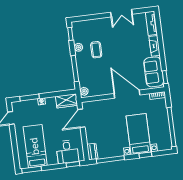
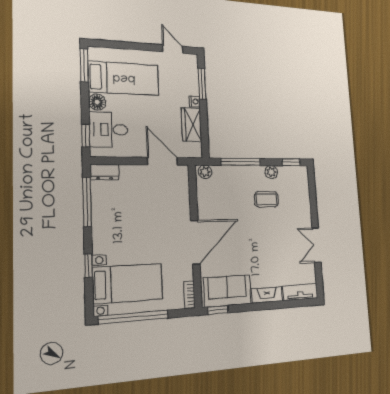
wardrobe: (67, 101) -> (192, 125), moved
bed with nightstands: (138, 134) -> (128, 283), moved
floor lamp: (52, 160) -> (97, 102), added

